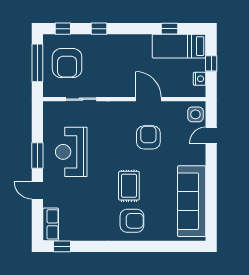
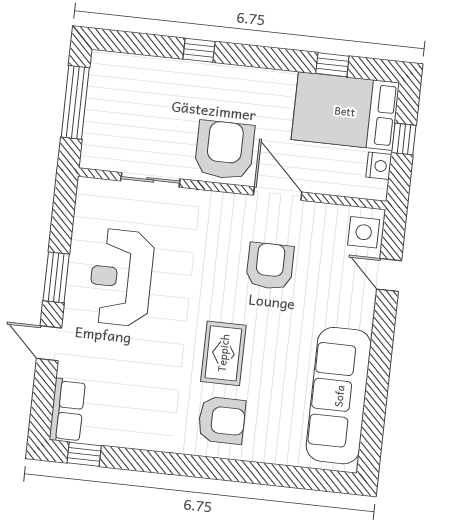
window: (63, 29) -> (131, 43), removed
bed: (179, 46) -> (345, 111), width x1.50
armchair: (67, 63) -> (225, 150), moved, turned 180
door: (211, 135) -> (389, 275), hinge flipped

